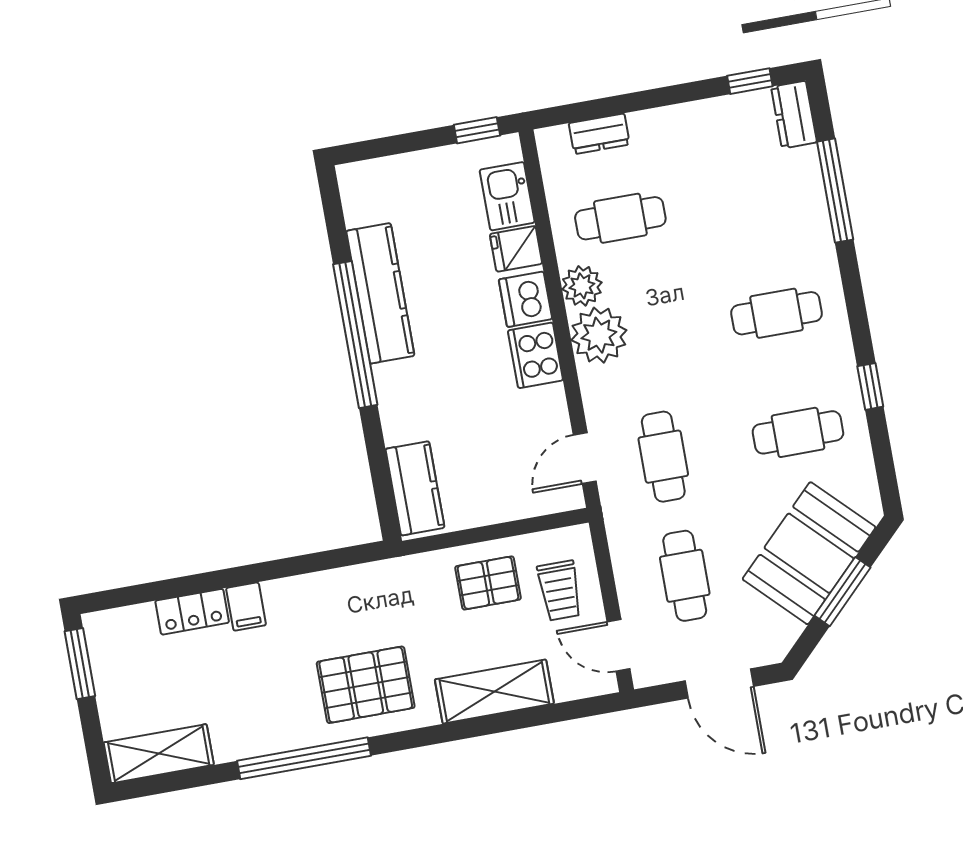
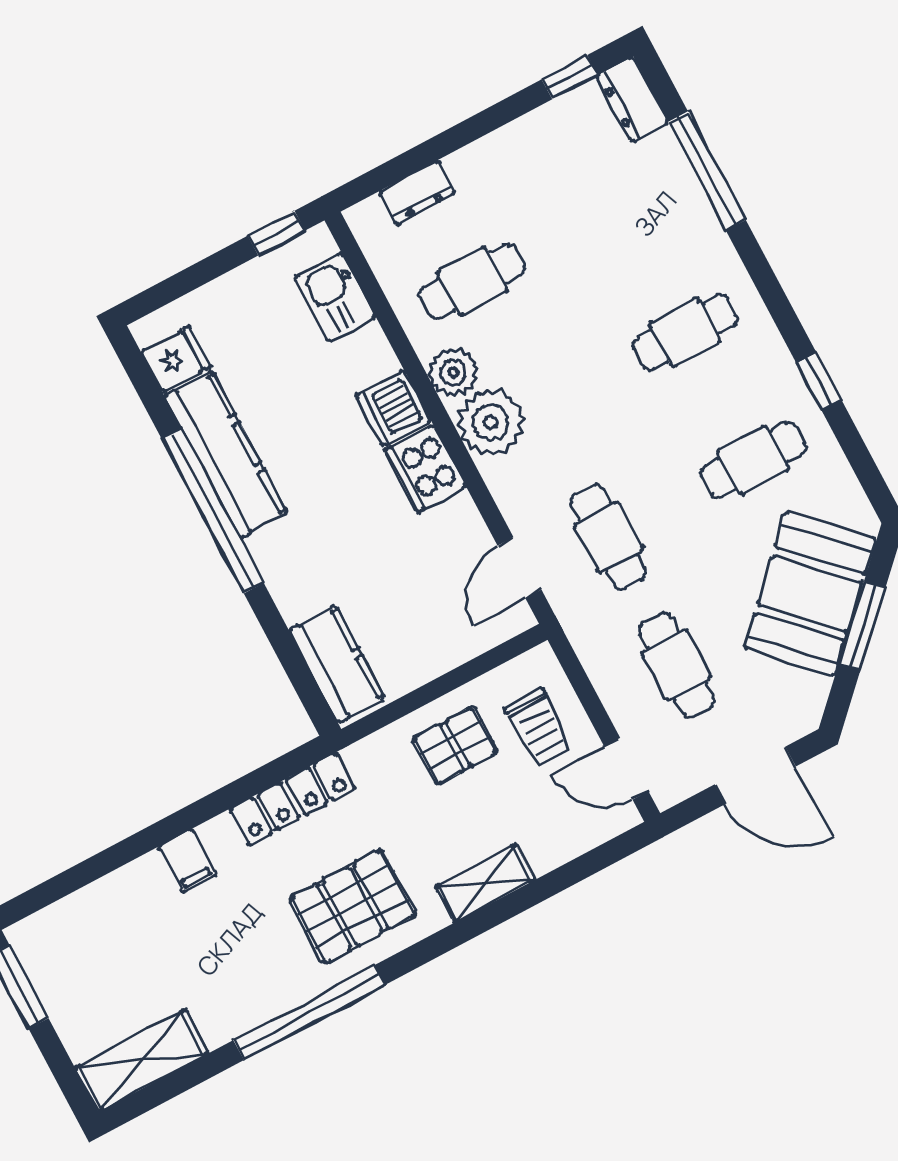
fridge: (516, 249) -> (176, 359), moved, turned 180
locker: (192, 612) -> (293, 799), moved, width x1.53
shelving: (494, 692) -> (485, 883), width x0.67, depth x0.75

